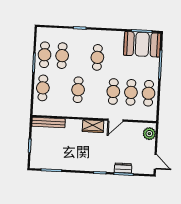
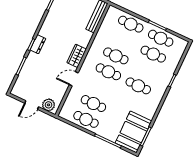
cafe table: (113, 91) -> (108, 72), moved
door: (115, 120) -> (74, 79), hinge flipped
door: (155, 162) -> (32, 105), moved
dresser: (123, 168) -> (38, 44), moved

